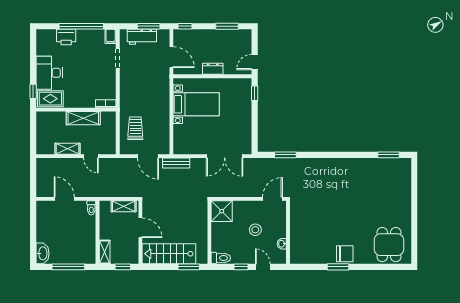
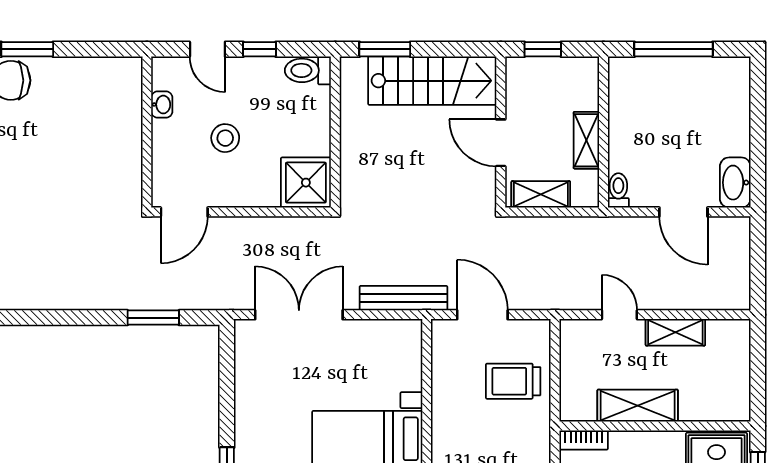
trolley: (135, 128) -> (513, 381), turned 90
bench: (176, 163) -> (403, 298), width x1.36
shelving: (105, 252) -> (586, 140), moved
washbasin: (43, 253) -> (735, 183), moved

